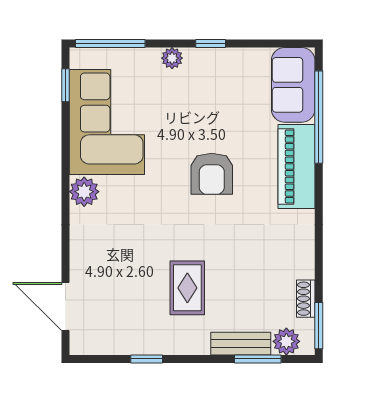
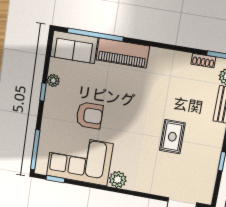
plant: (172, 58) -> (53, 80), moved
armchair: (212, 174) -> (89, 115), moved
rug: (187, 288) -> (172, 137), moved, turned 90

